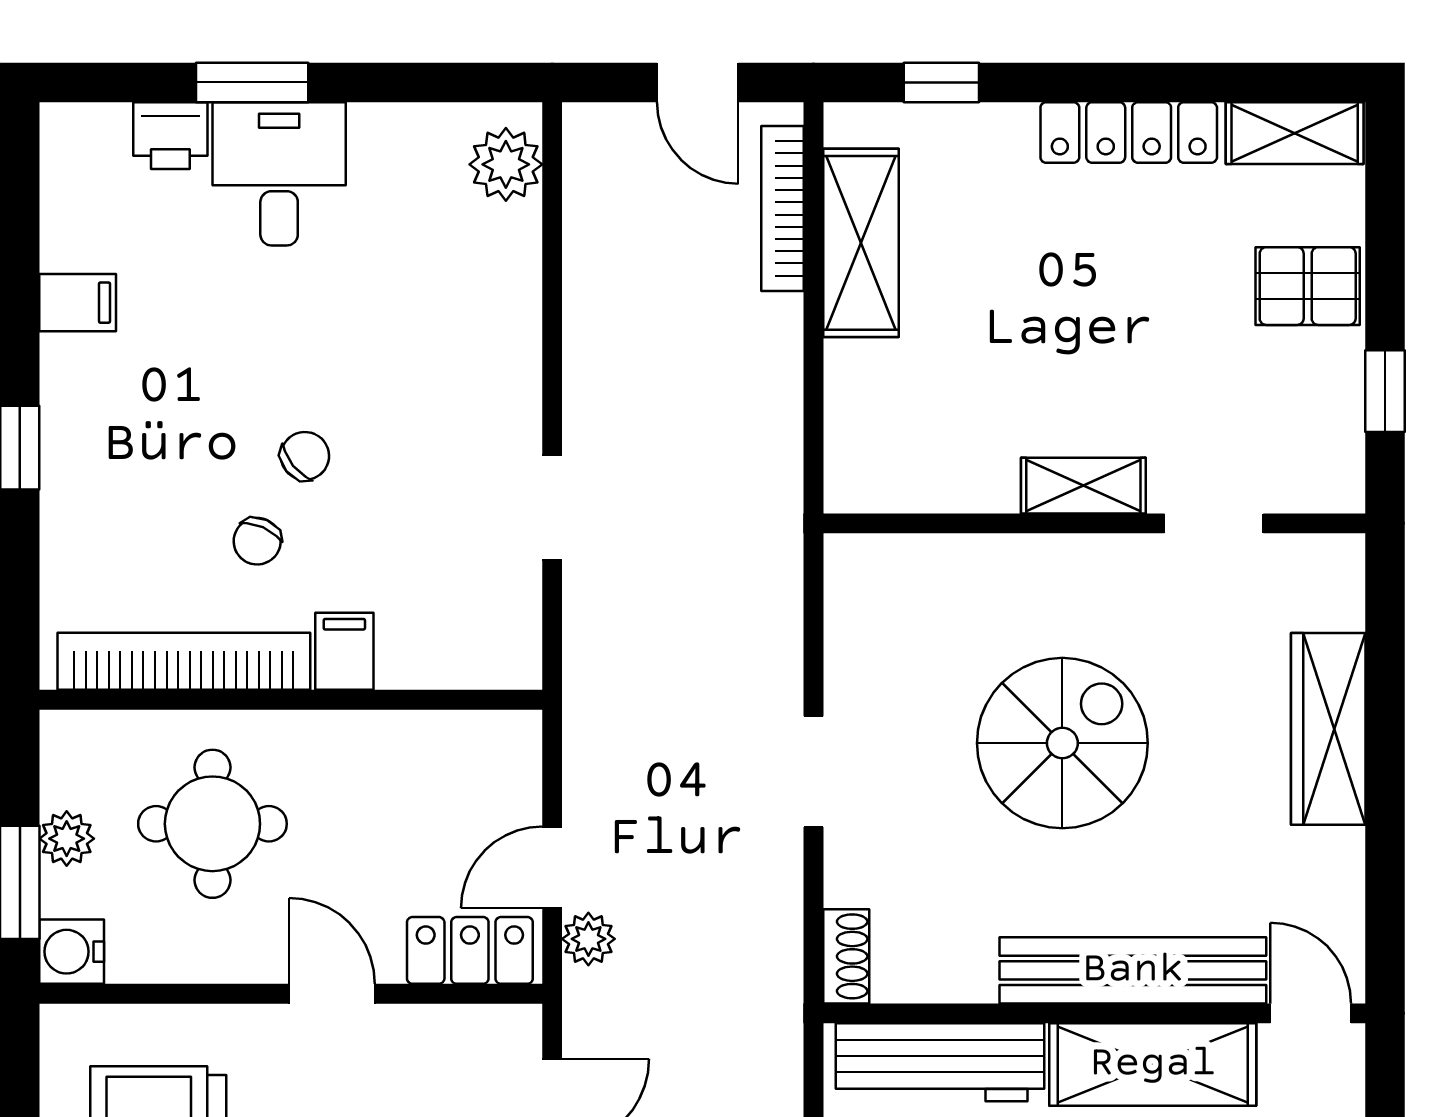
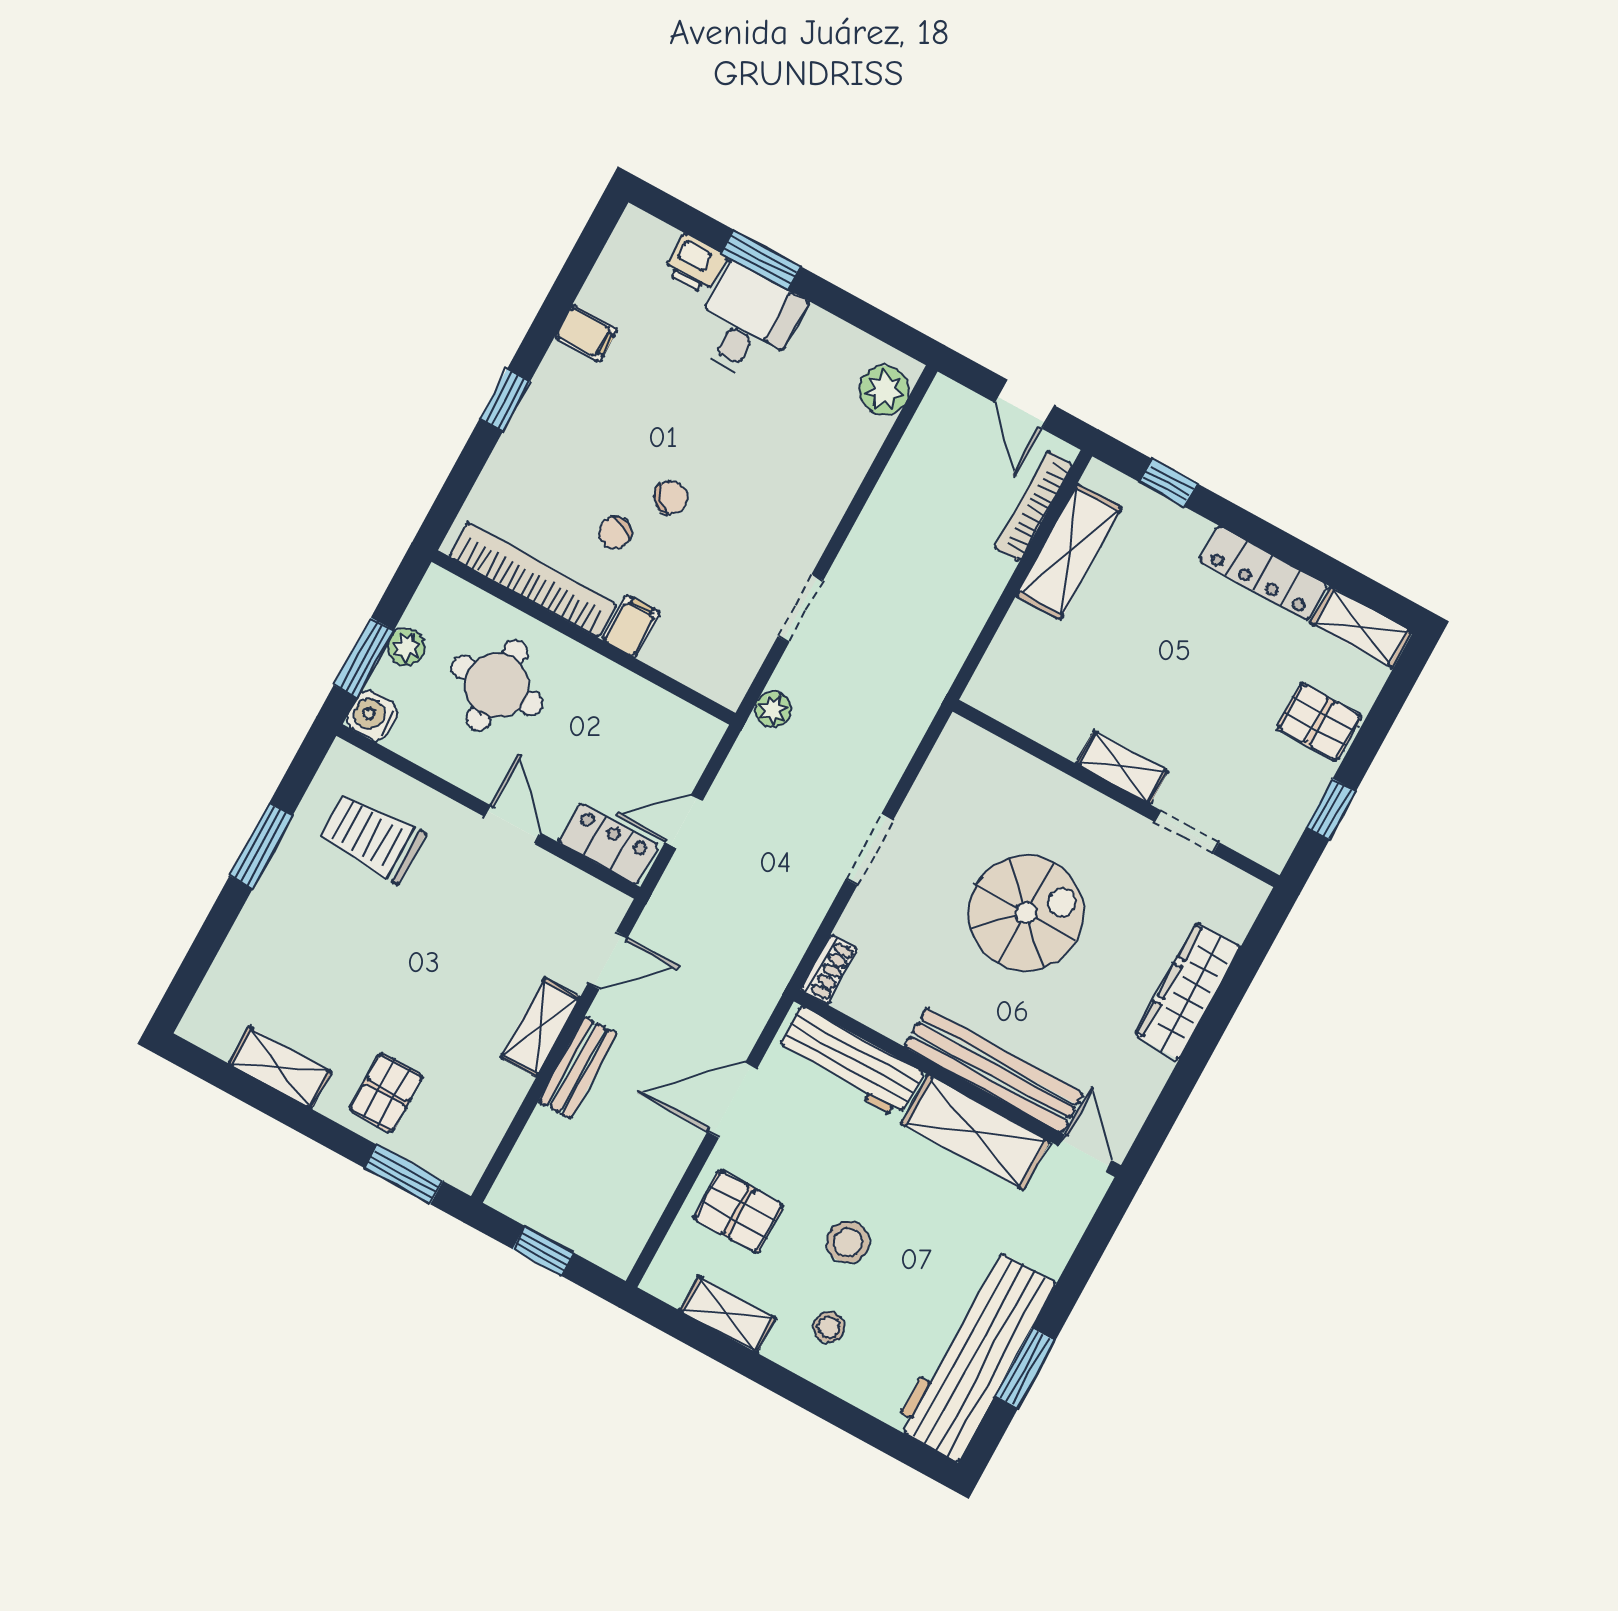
plant: (588, 939) -> (773, 709), moved

